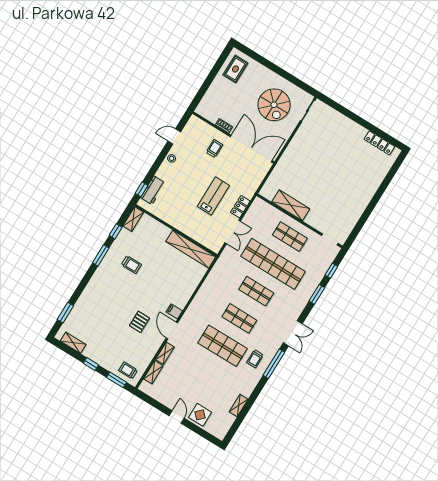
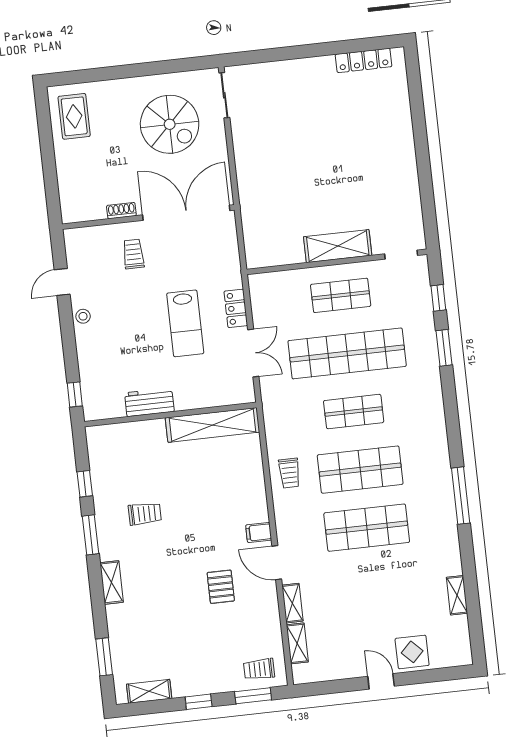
workbench: (153, 190) -> (149, 402), moved, turned -90
lab bench: (213, 196) -> (185, 323), turned 180
shelving: (291, 205) -> (338, 246), moved
shelving: (133, 219) -> (112, 582), moved
shop shelf: (239, 318) -> (360, 470), width x1.43, depth x1.36
double door: (293, 333) -> (453, 431), removed
trolley: (255, 359) -> (289, 473), moved

